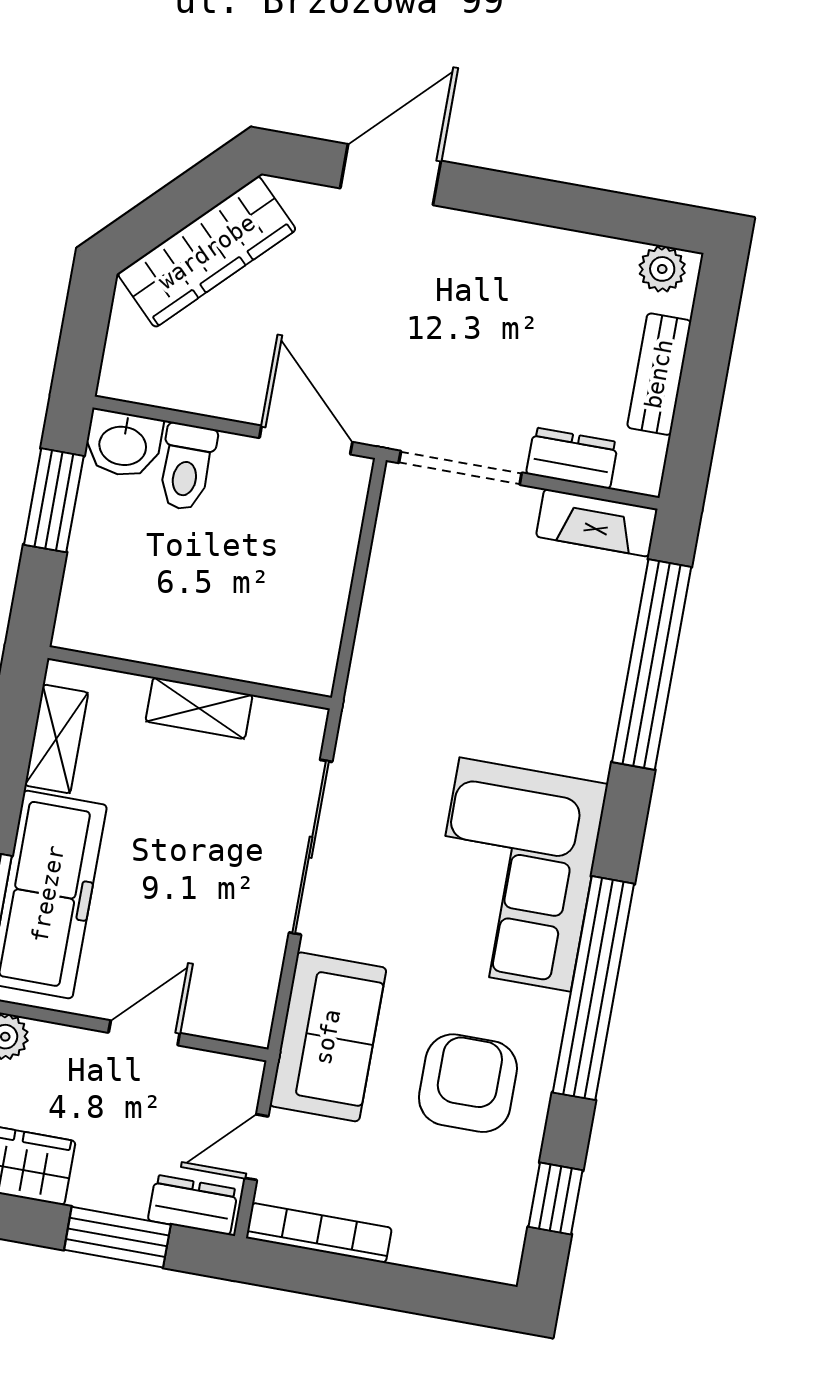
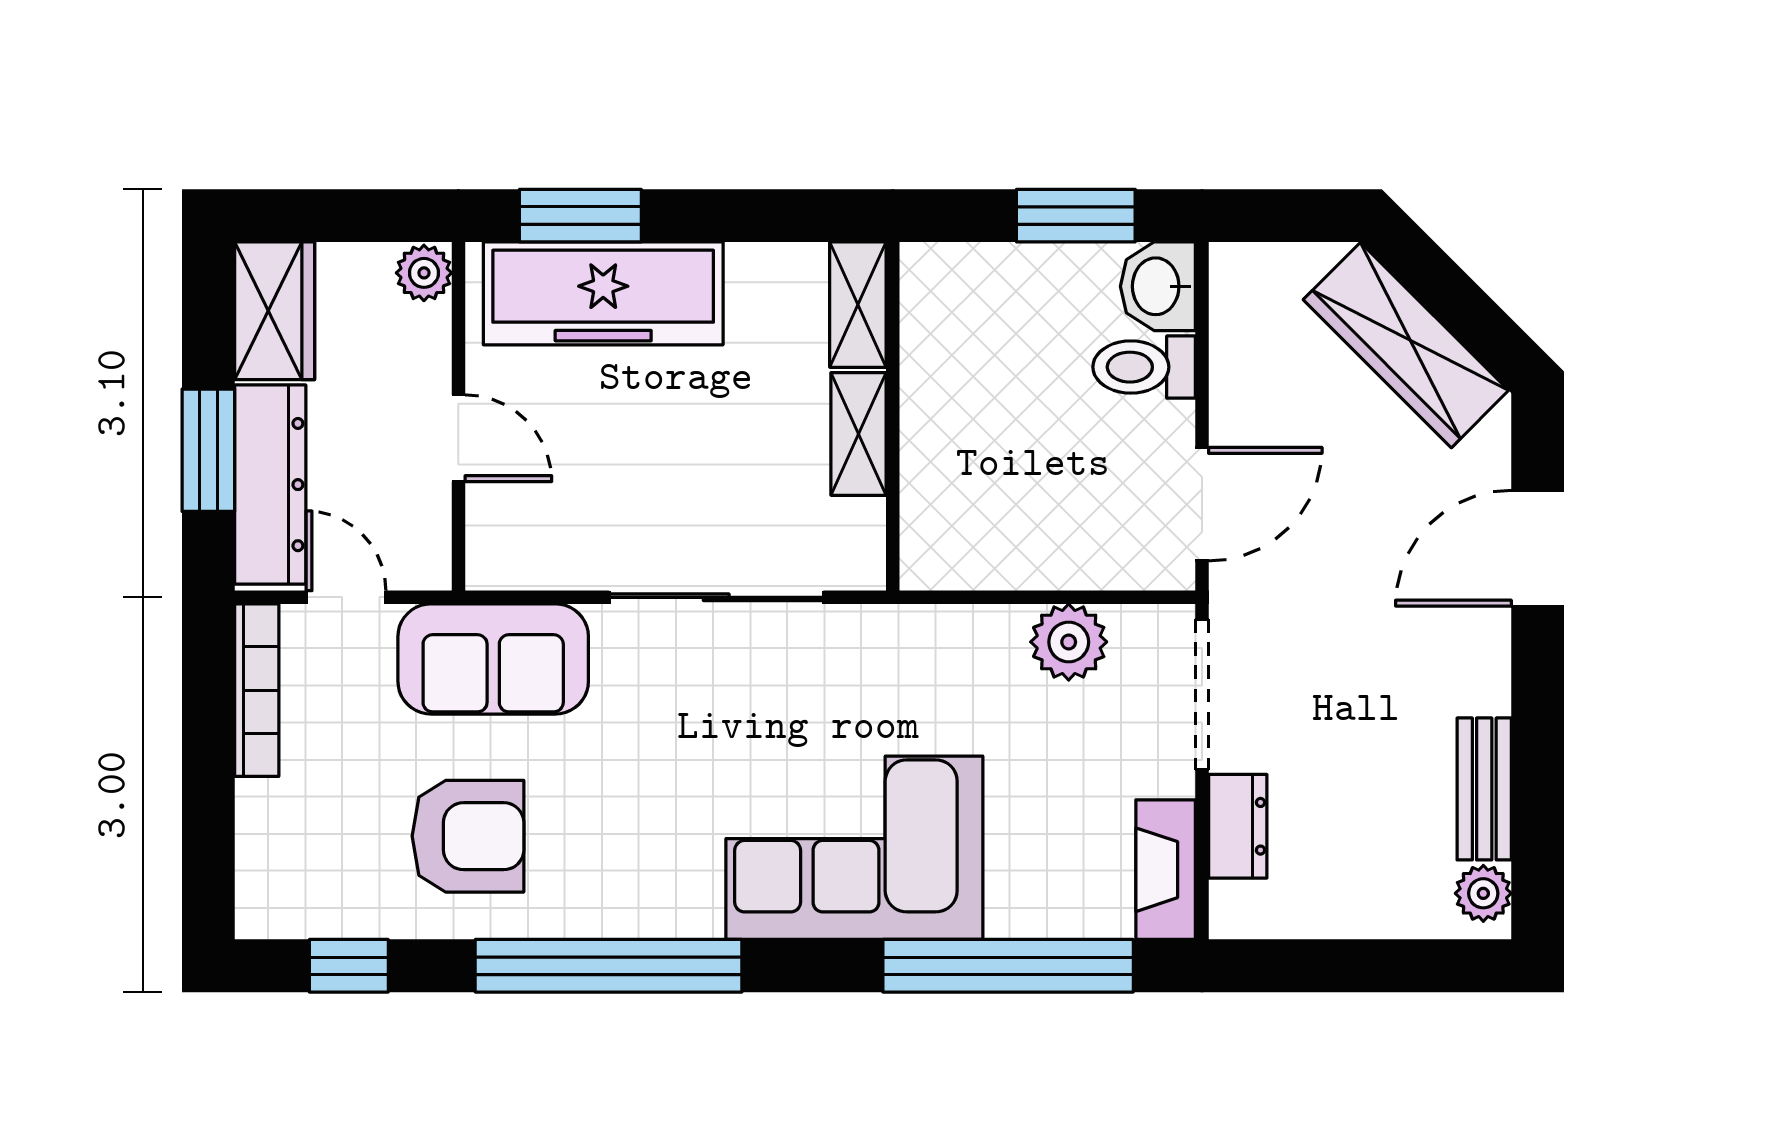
door: (391, 175) -> (1538, 548), swing flipped
bench: (659, 374) -> (1484, 789), moved, turned 90
plant: (398, 568) -> (1069, 642), added
shelving: (56, 739) -> (858, 305), moved, turned 90
corner sofa: (515, 875) -> (854, 848), moved
dresser: (193, 1205) -> (270, 485), width x1.96, depth x1.24

